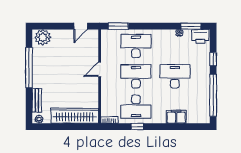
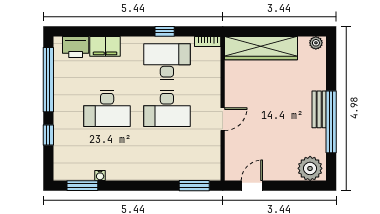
printer: (200, 36) -> (76, 47), moved, turned 180
desk: (136, 46) -> (167, 155), removed
bench: (37, 100) -> (319, 109), moved

